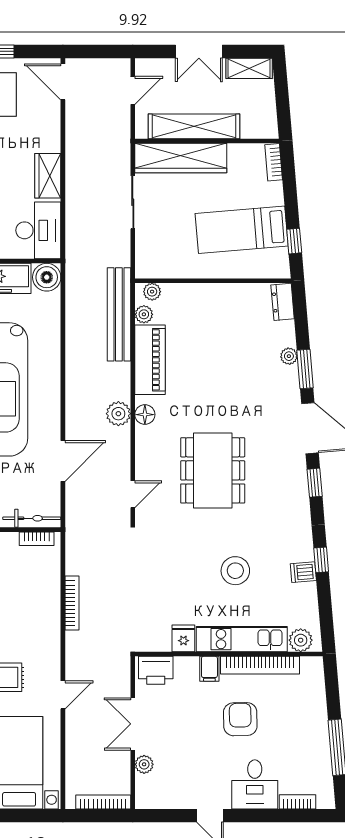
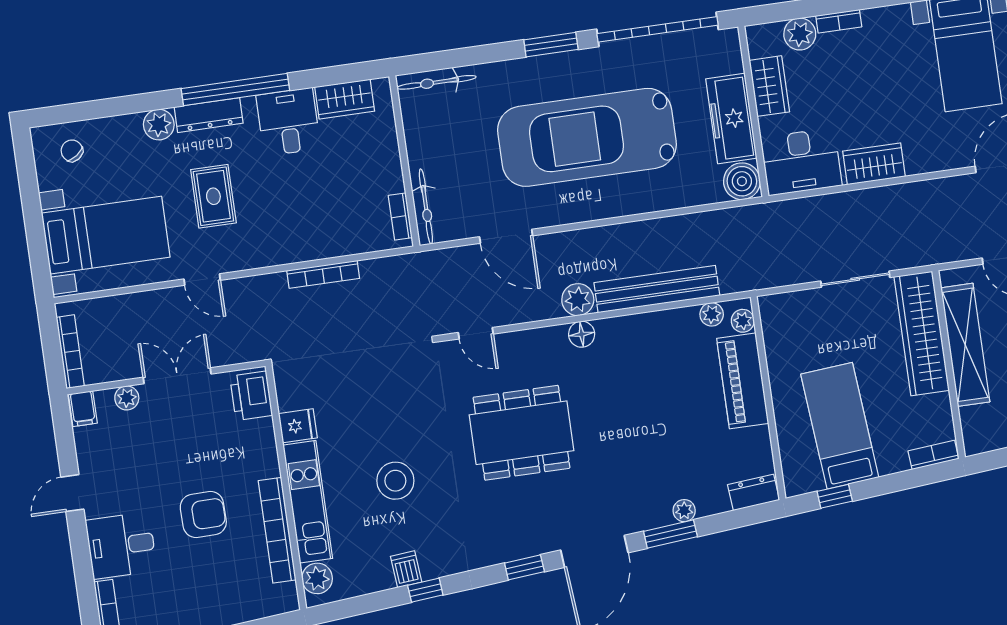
bench: (119, 314) -> (657, 289), moved
piano: (150, 360) -> (743, 381), moved, turned 90
filing cabinet: (209, 669) -> (83, 409), moved, turned -90

